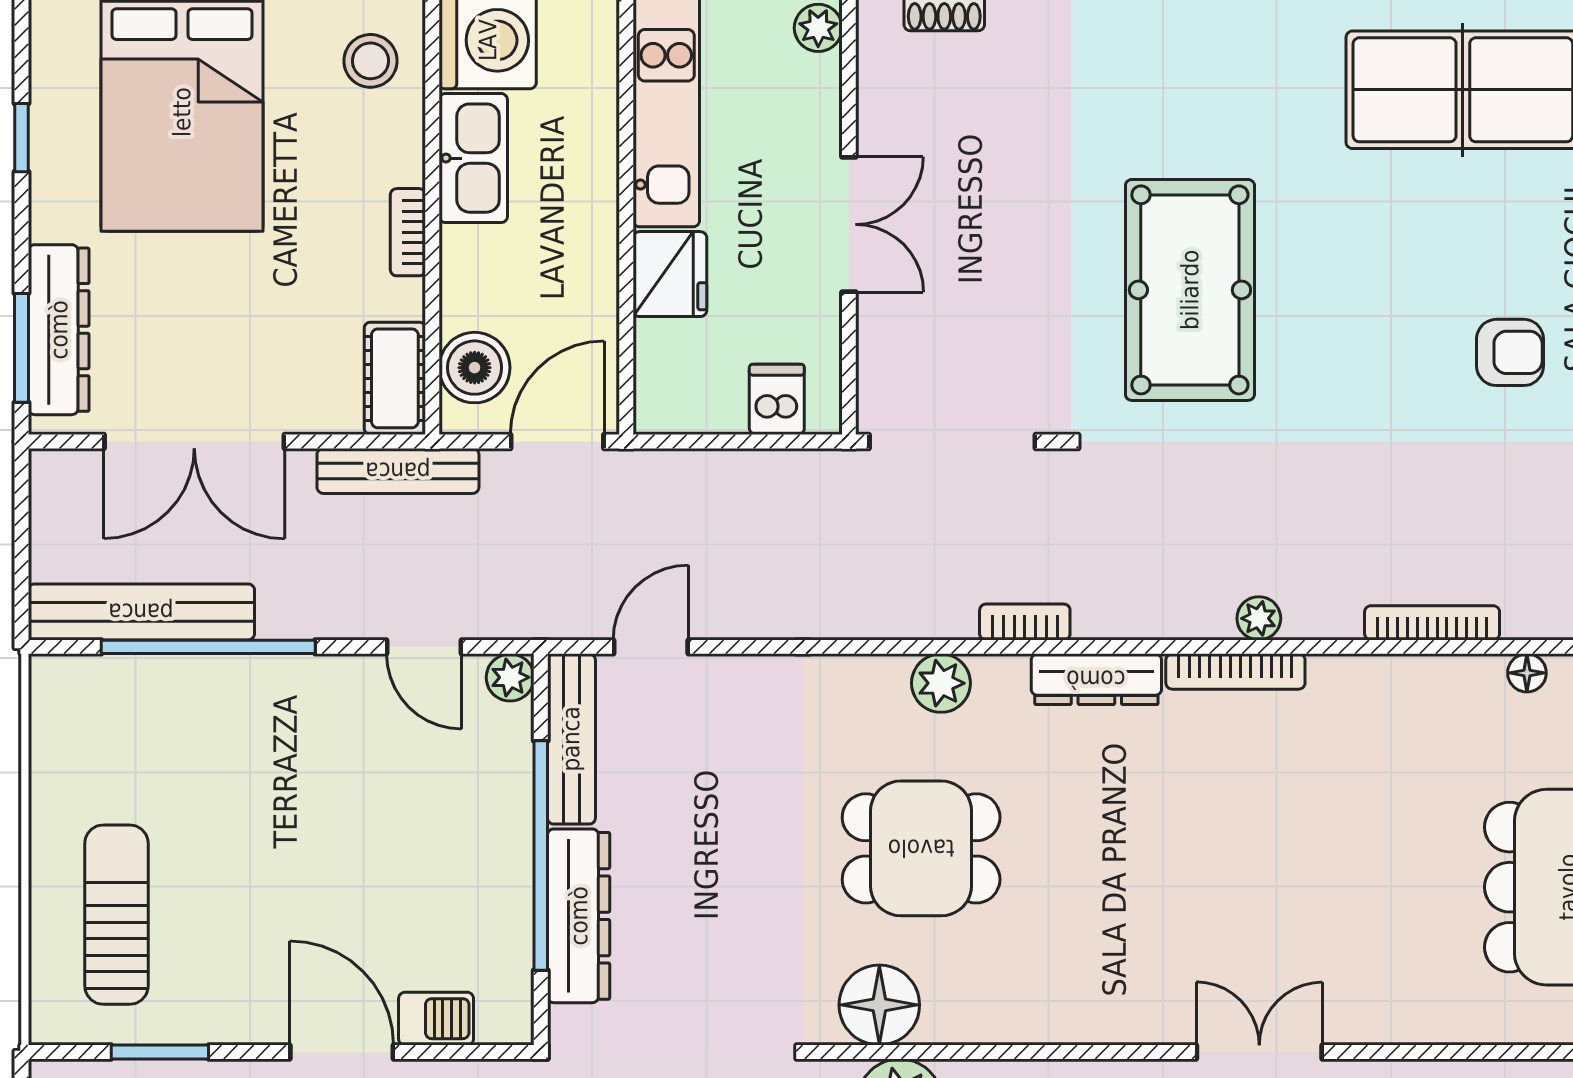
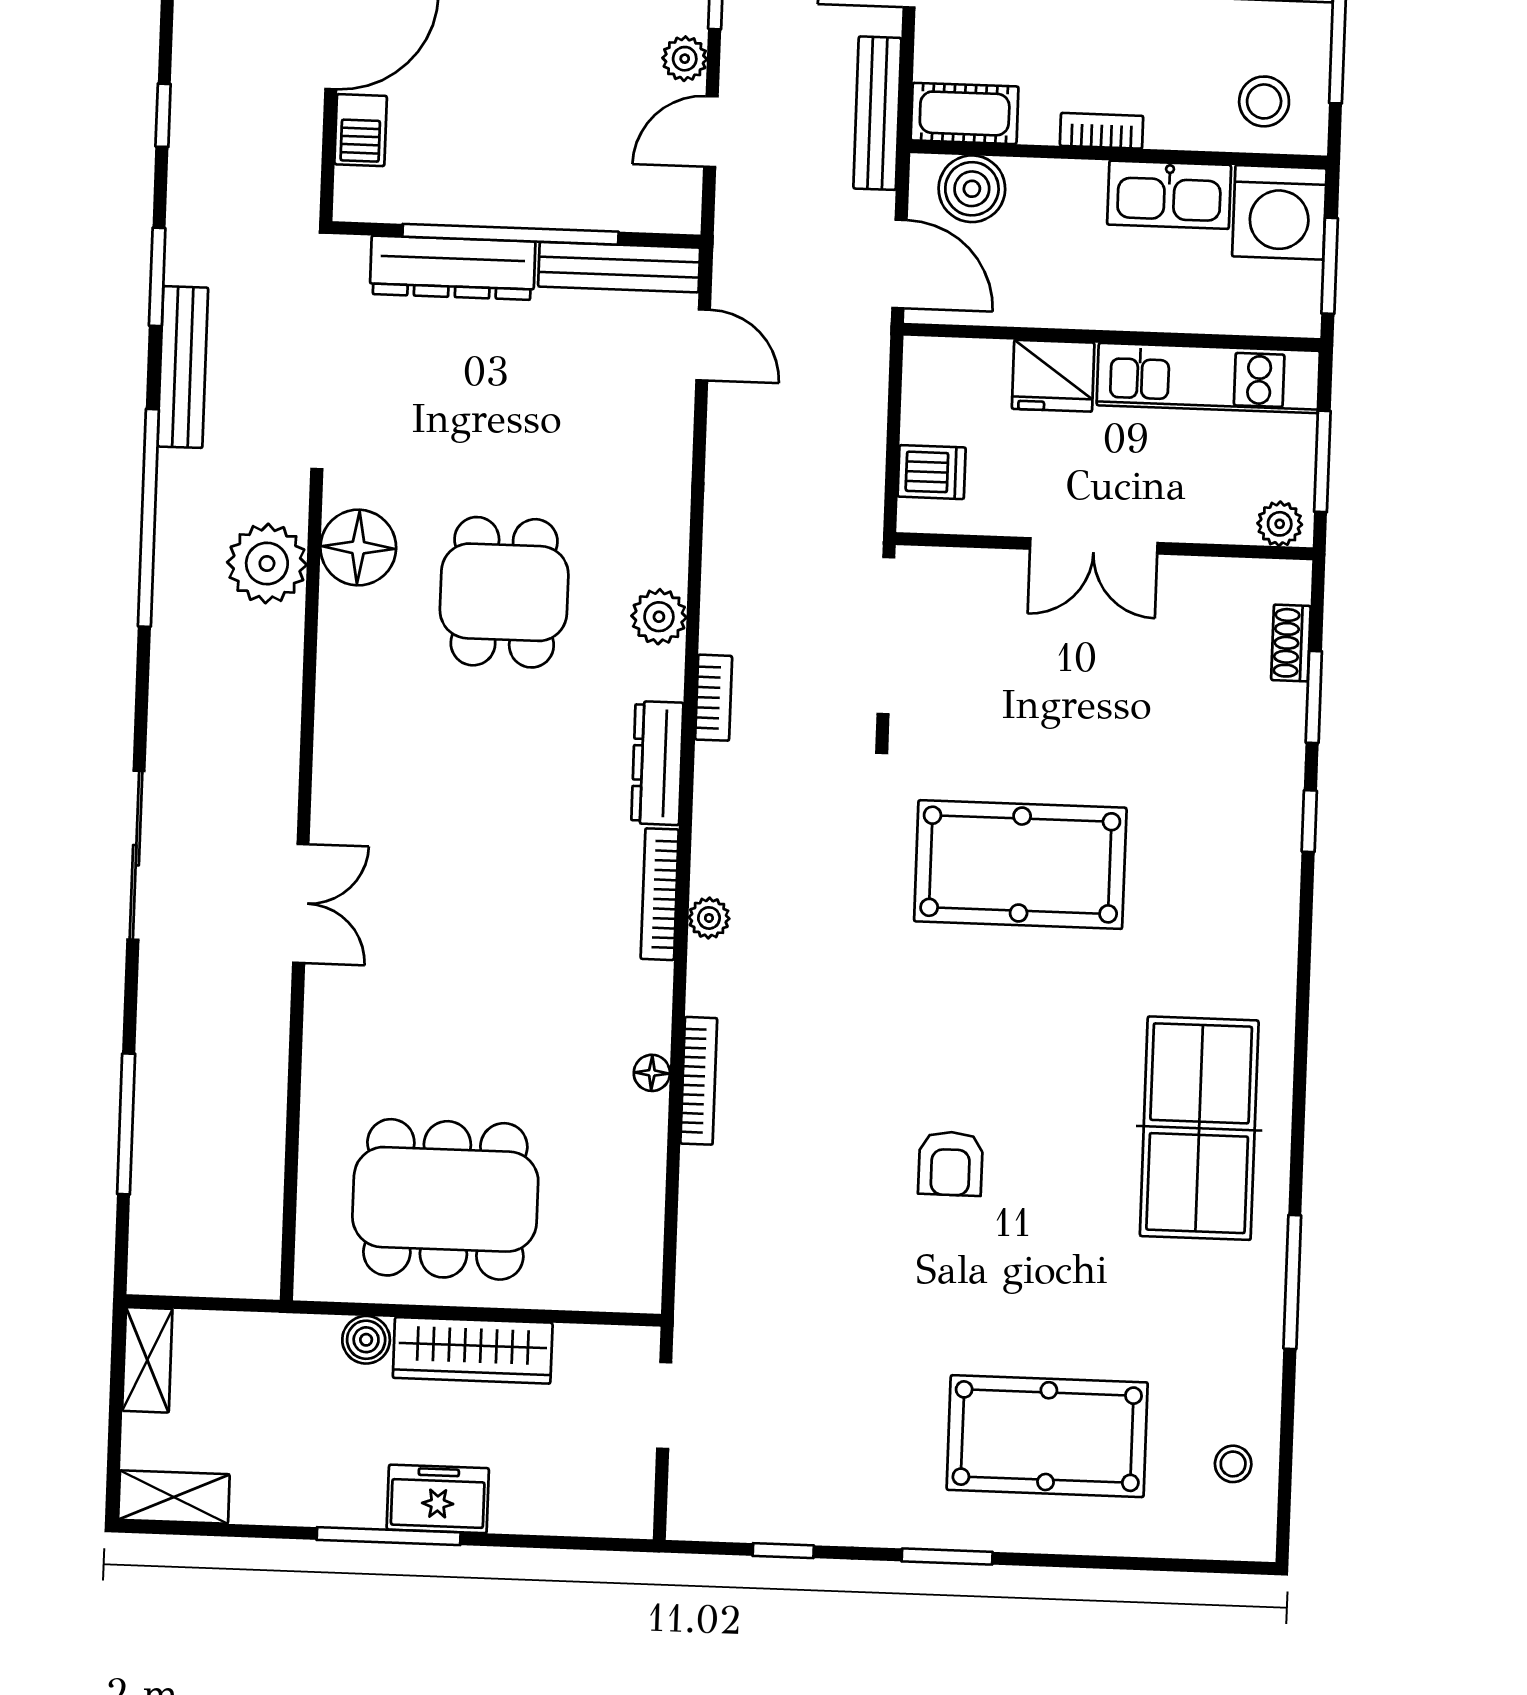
floor lamp: (1527, 673) -> (652, 1073), moved
plant: (510, 677) -> (685, 59), moved

